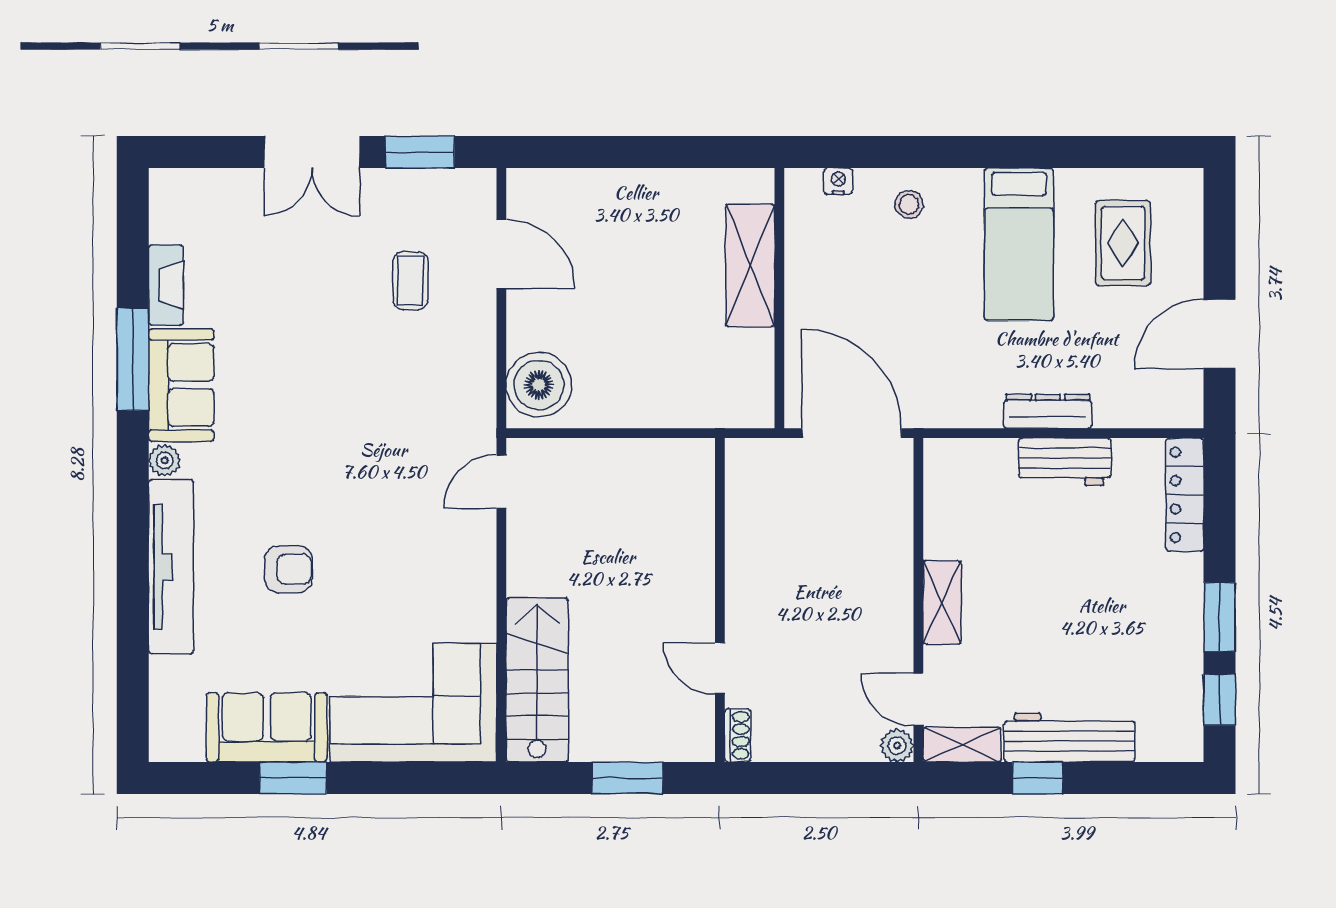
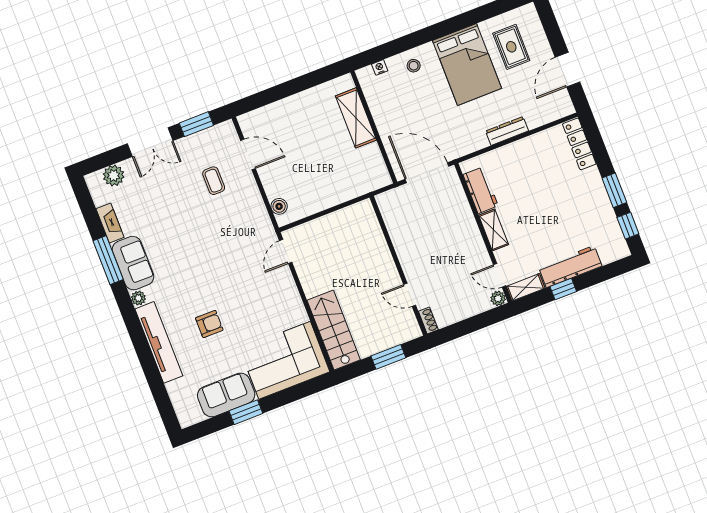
plant: (211, 191) -> (114, 176), added
bed: (1019, 244) -> (467, 64), width x1.50
boiler: (539, 385) -> (279, 206), width x0.54, depth x0.54
workbench: (1065, 462) -> (481, 190), moved, turned -90

